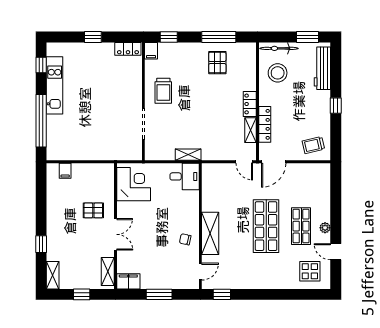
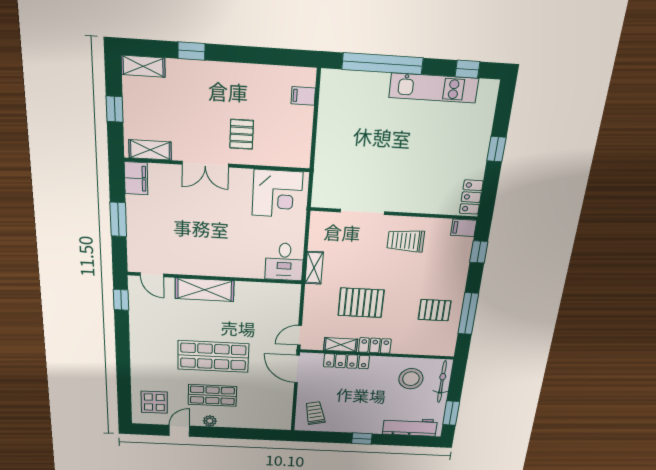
pallet: (214, 118) -> (361, 303), added
chair: (185, 239) -> (197, 258), removed

